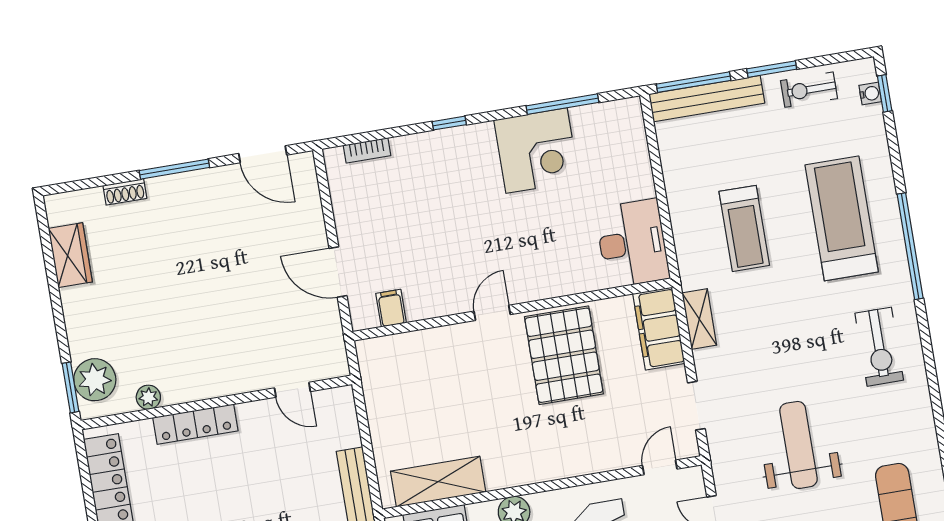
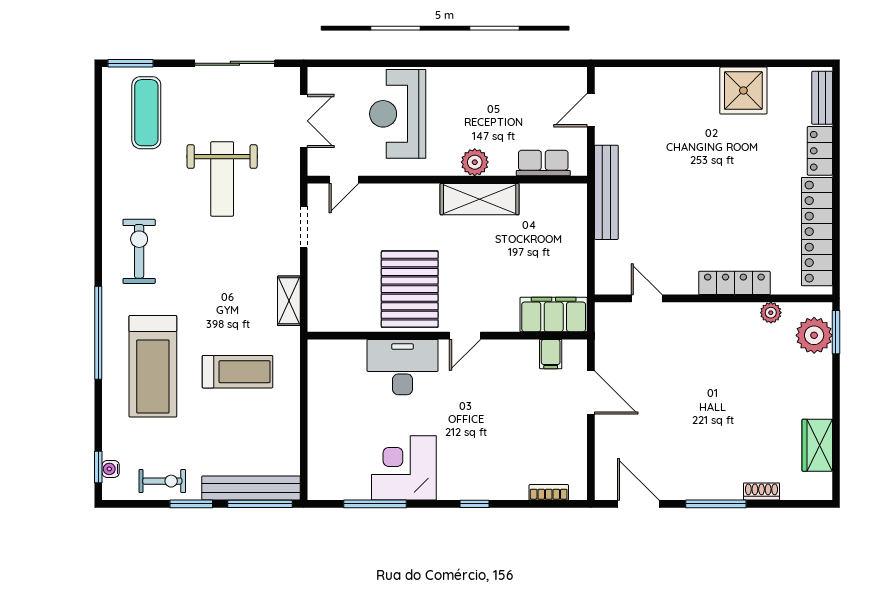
treadmill: (744, 228) -> (237, 372), turned 90
desk: (632, 243) -> (403, 367), moved, turned 90
filing cabinet: (659, 329) -> (554, 314), moved, turned -90
shelving: (438, 482) -> (480, 199), moved

